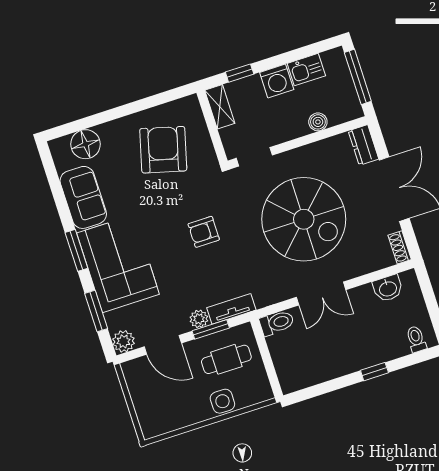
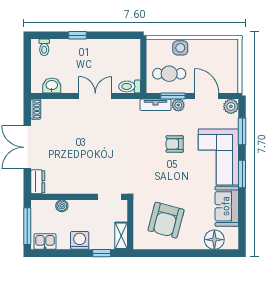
kitchen sink: (306, 70) -> (45, 242), moved
spiral stairs: (304, 219) -> (91, 147), removed
armchair: (204, 232) -> (175, 144), moved, turned 180

